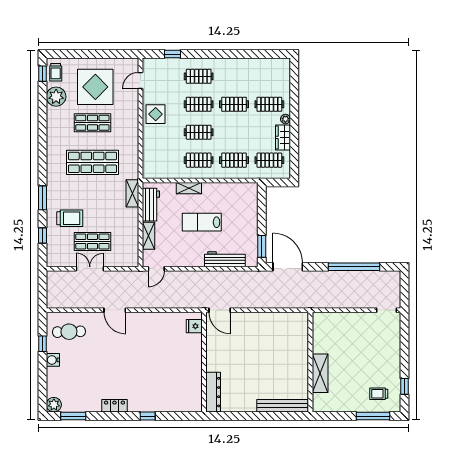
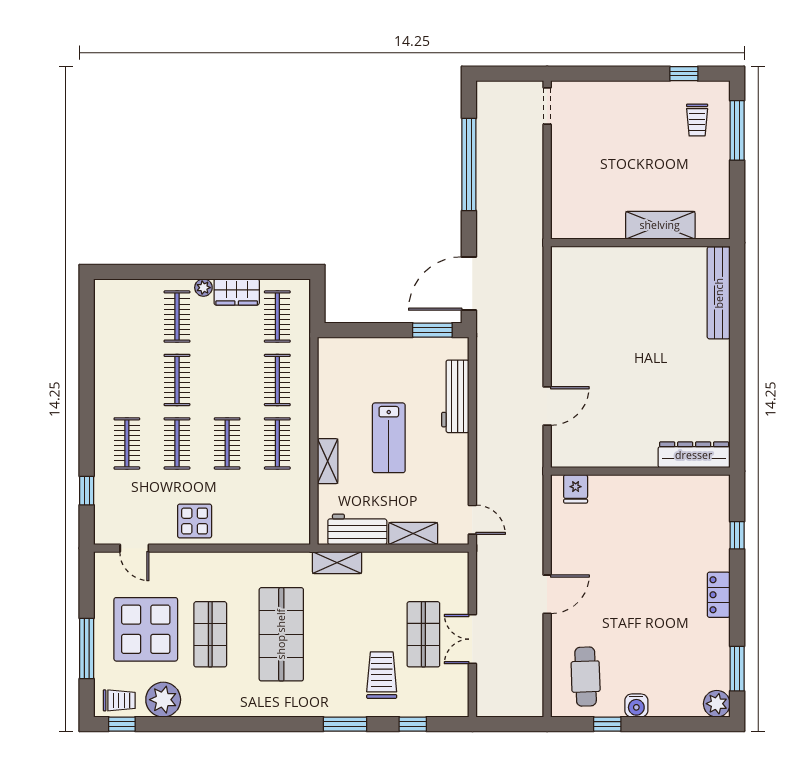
window: (85, 54) -> (87, 648), added
fridge: (194, 326) -> (576, 489), moved
wall: (204, 362) -> (640, 471), moved
dresser: (213, 392) -> (694, 455), moved

